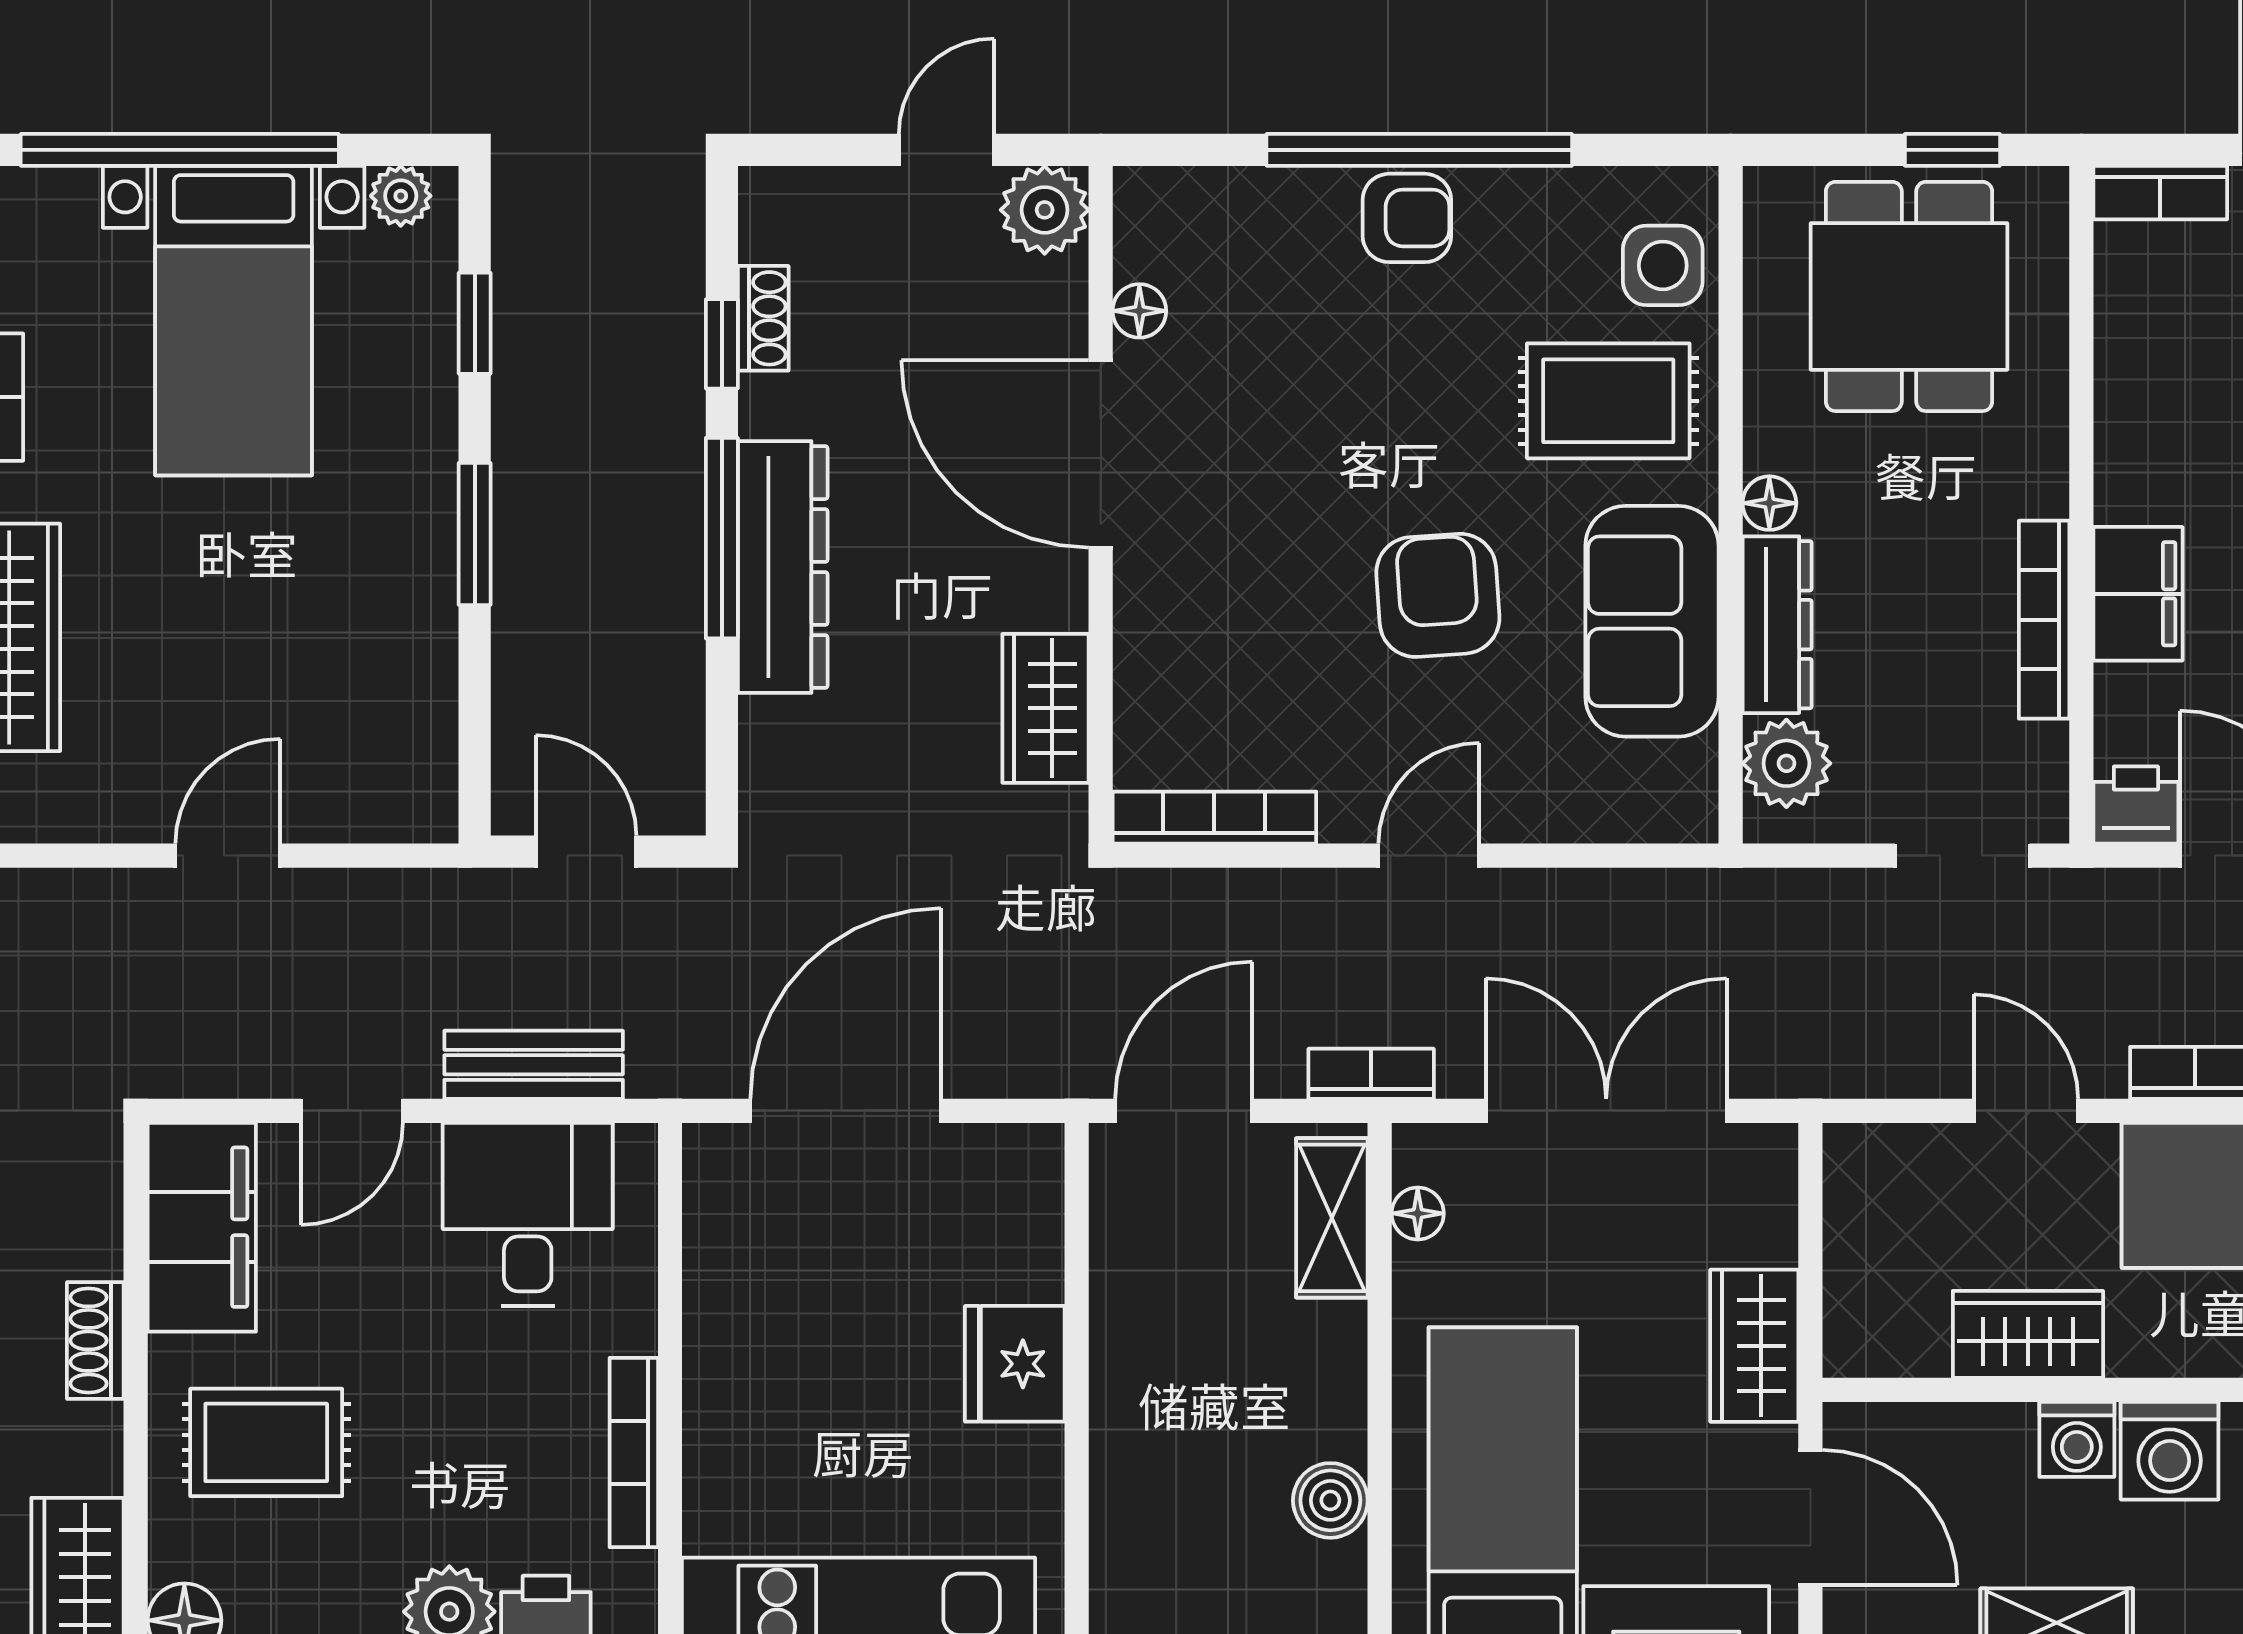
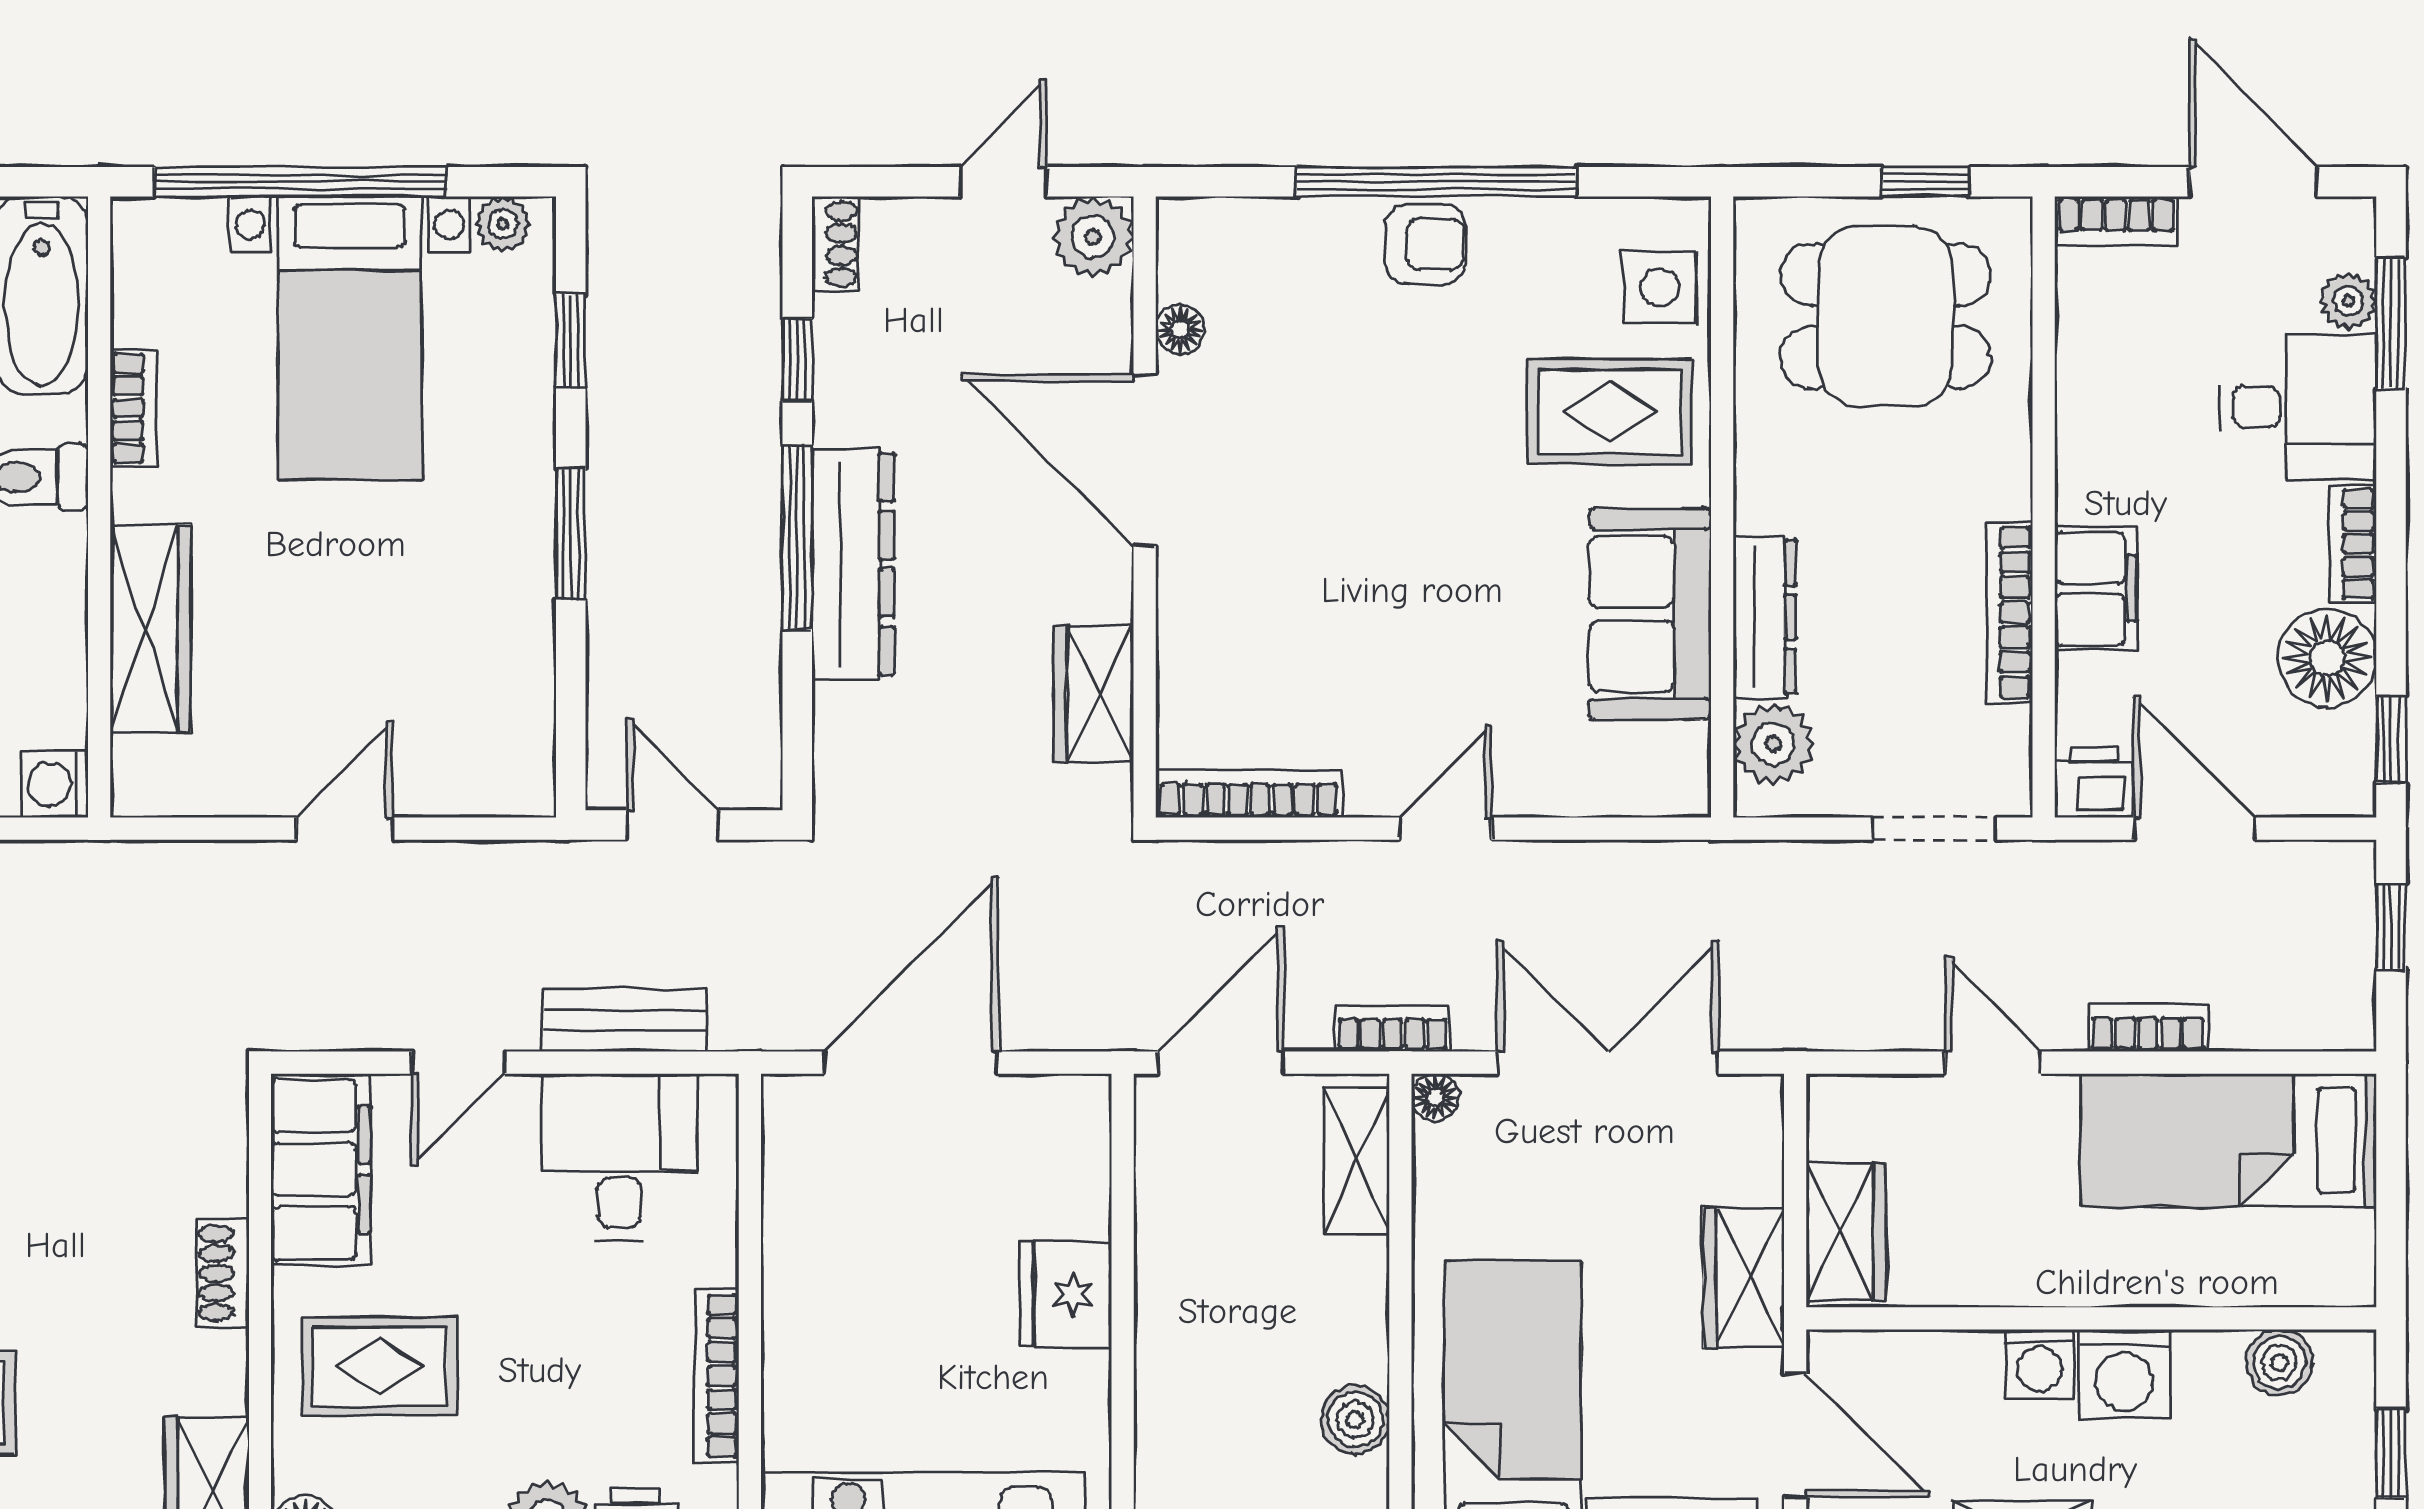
dining table: (1909, 296) -> (1886, 316), turned 90
shoe rack: (763, 318) -> (835, 244), moved
floor lamp: (1769, 503) -> (1758, 505), removed
armchair: (1438, 595) -> (1454, 590), removed
floor lamp: (1418, 1213) -> (1435, 1097), moved
wardrobe: (2028, 1334) -> (1846, 1232), moved, turned 90

